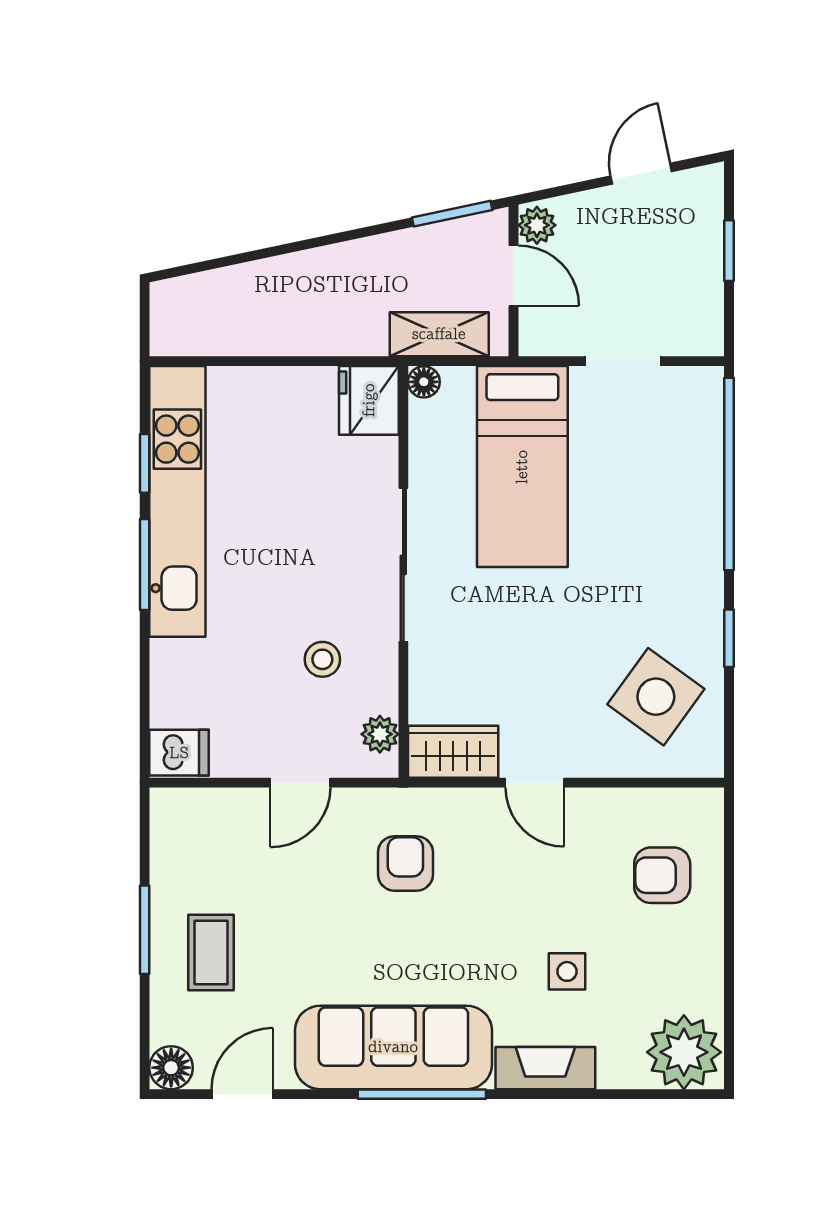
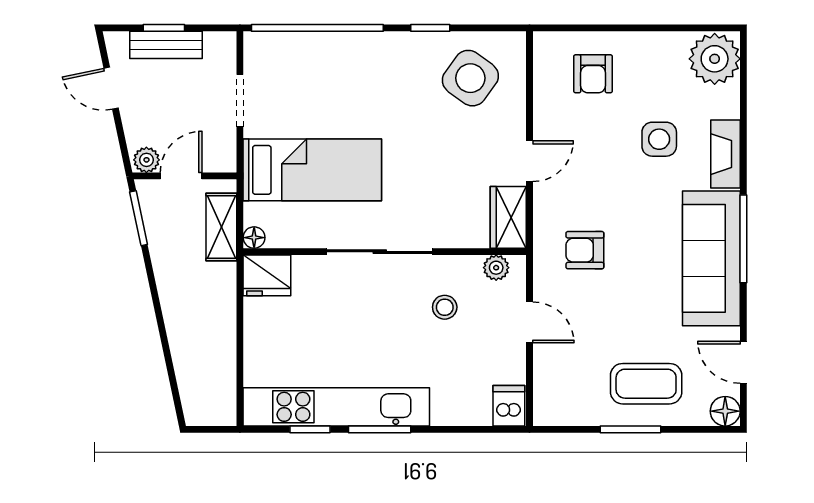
bench: (704, 254) -> (166, 45), added
coffee table: (211, 952) -> (646, 384), width x1.36, depth x1.30
side table: (567, 971) -> (659, 139), width x1.37, depth x1.37

